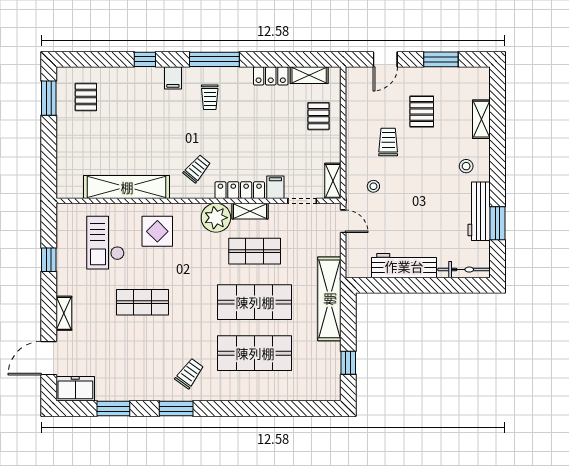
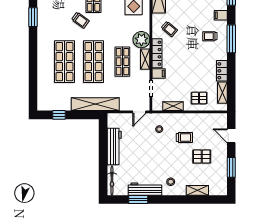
shelving: (333, 181) -> (173, 106), moved
trolley: (189, 373) -> (80, 20), moved

